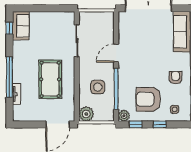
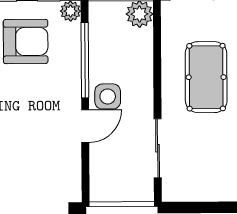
side table: (98, 87) -> (108, 96), moved

